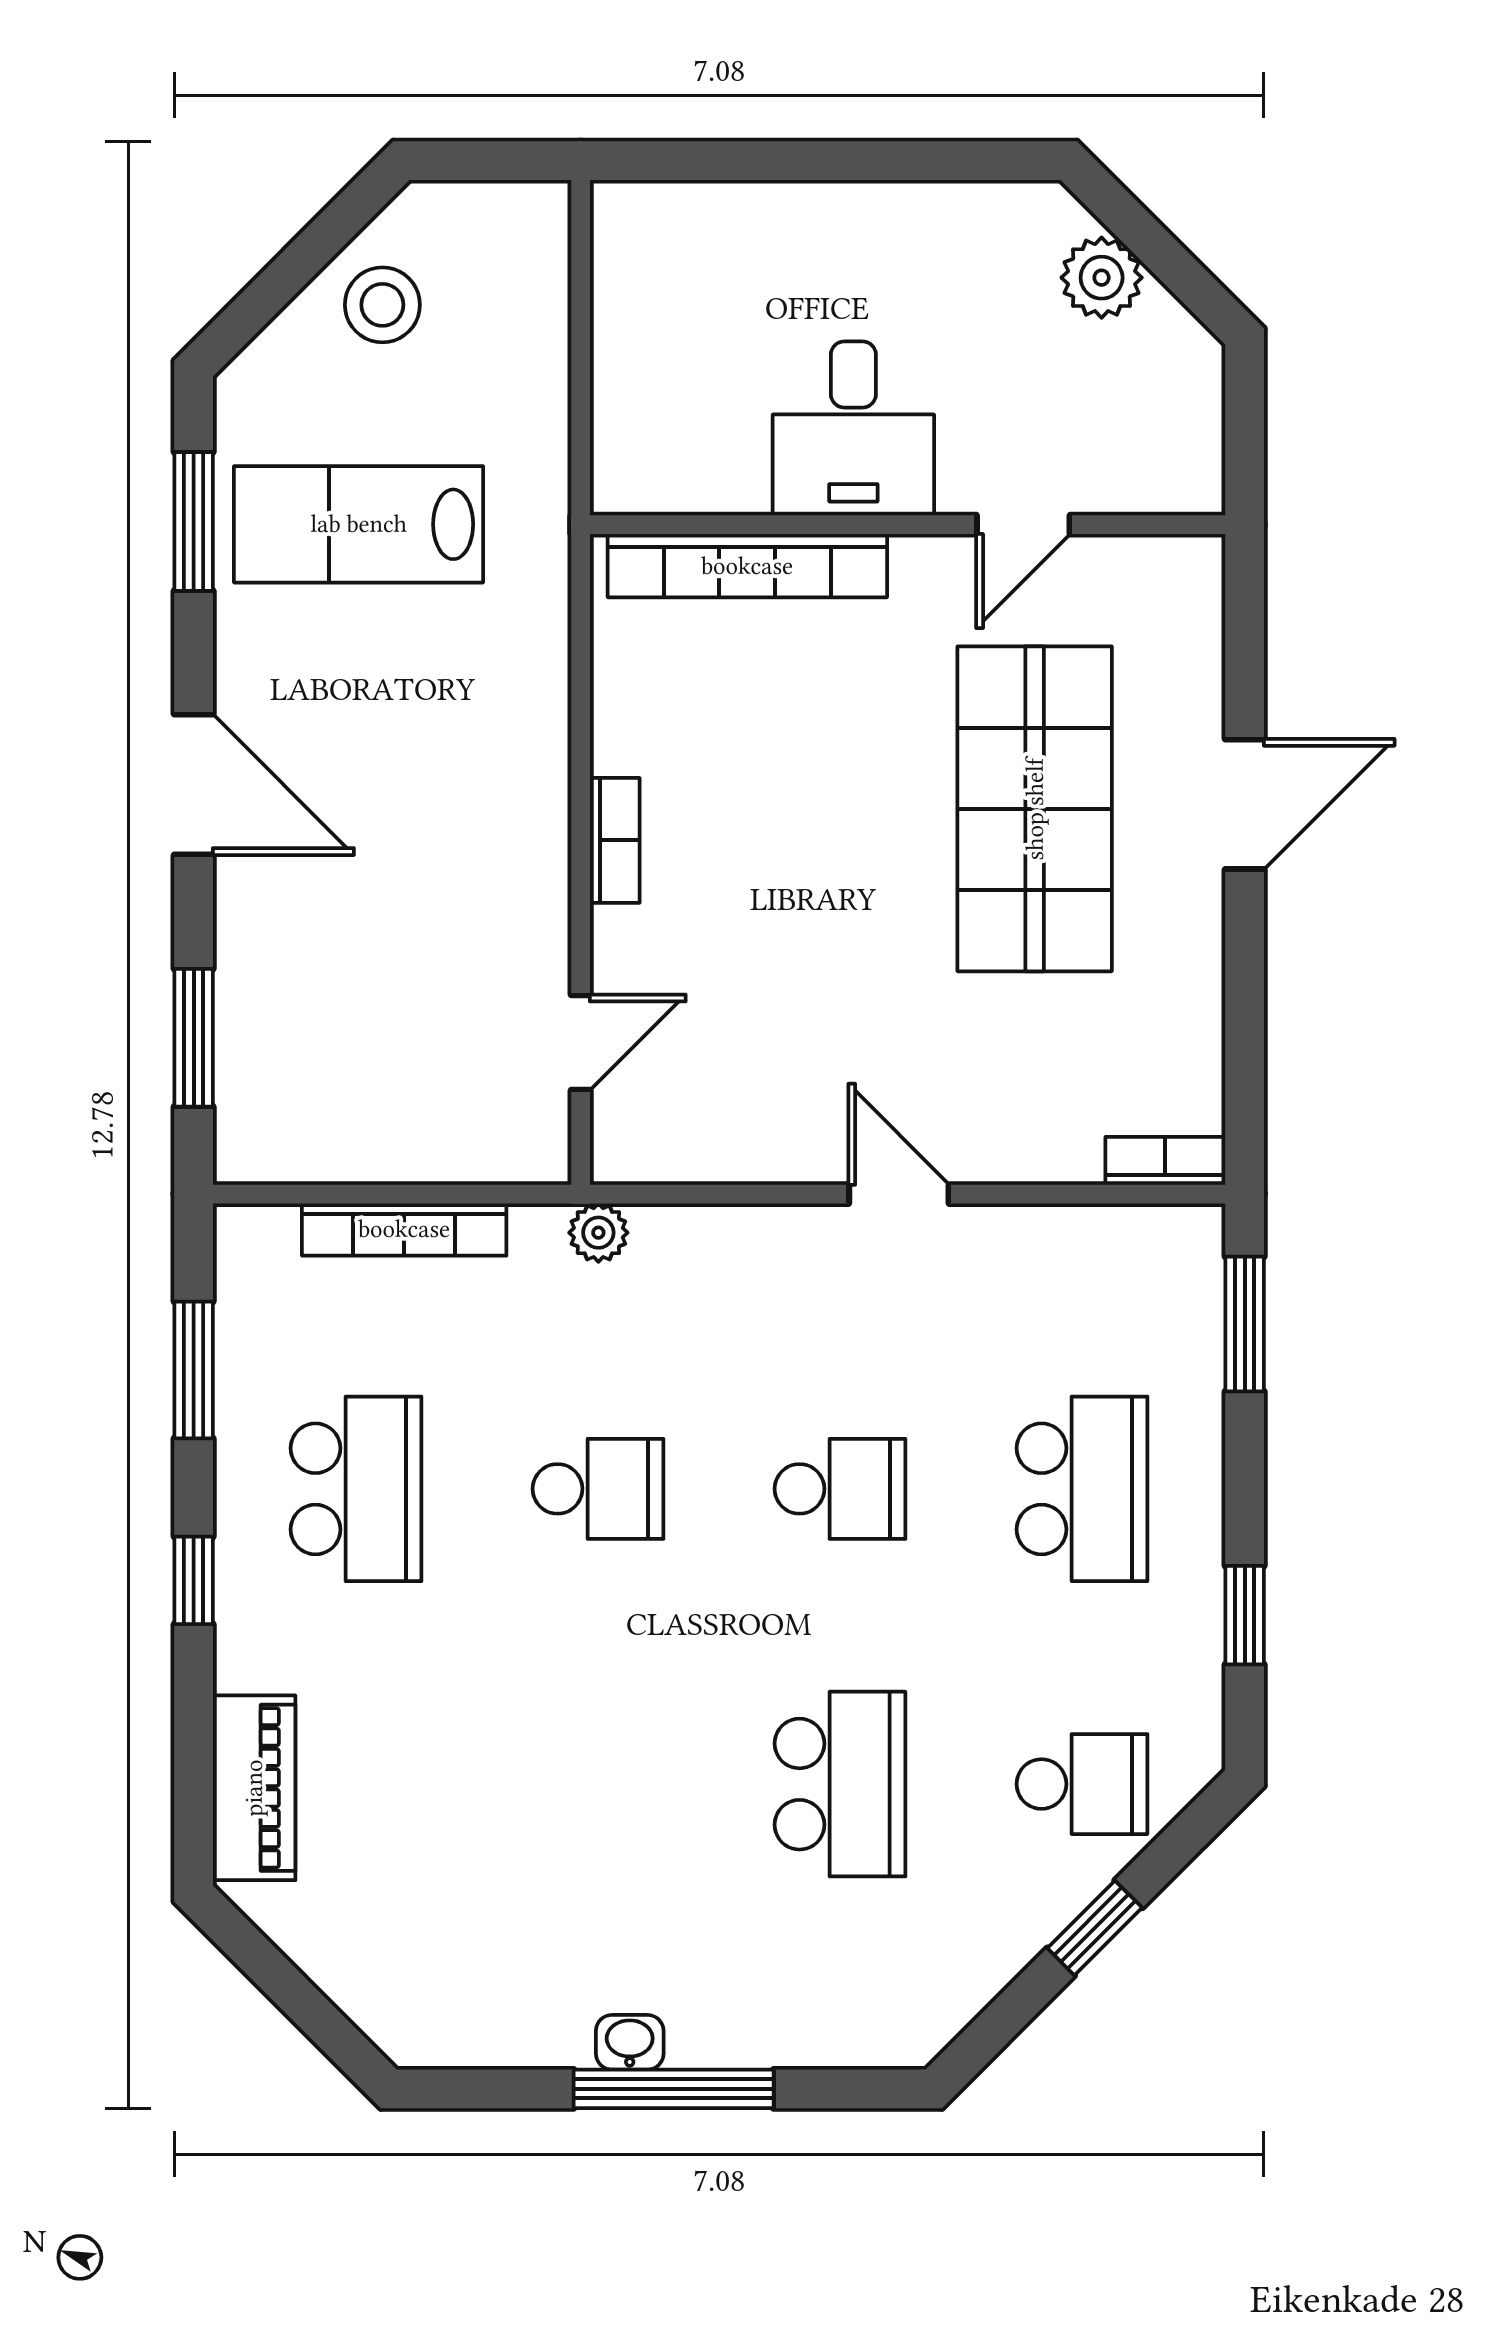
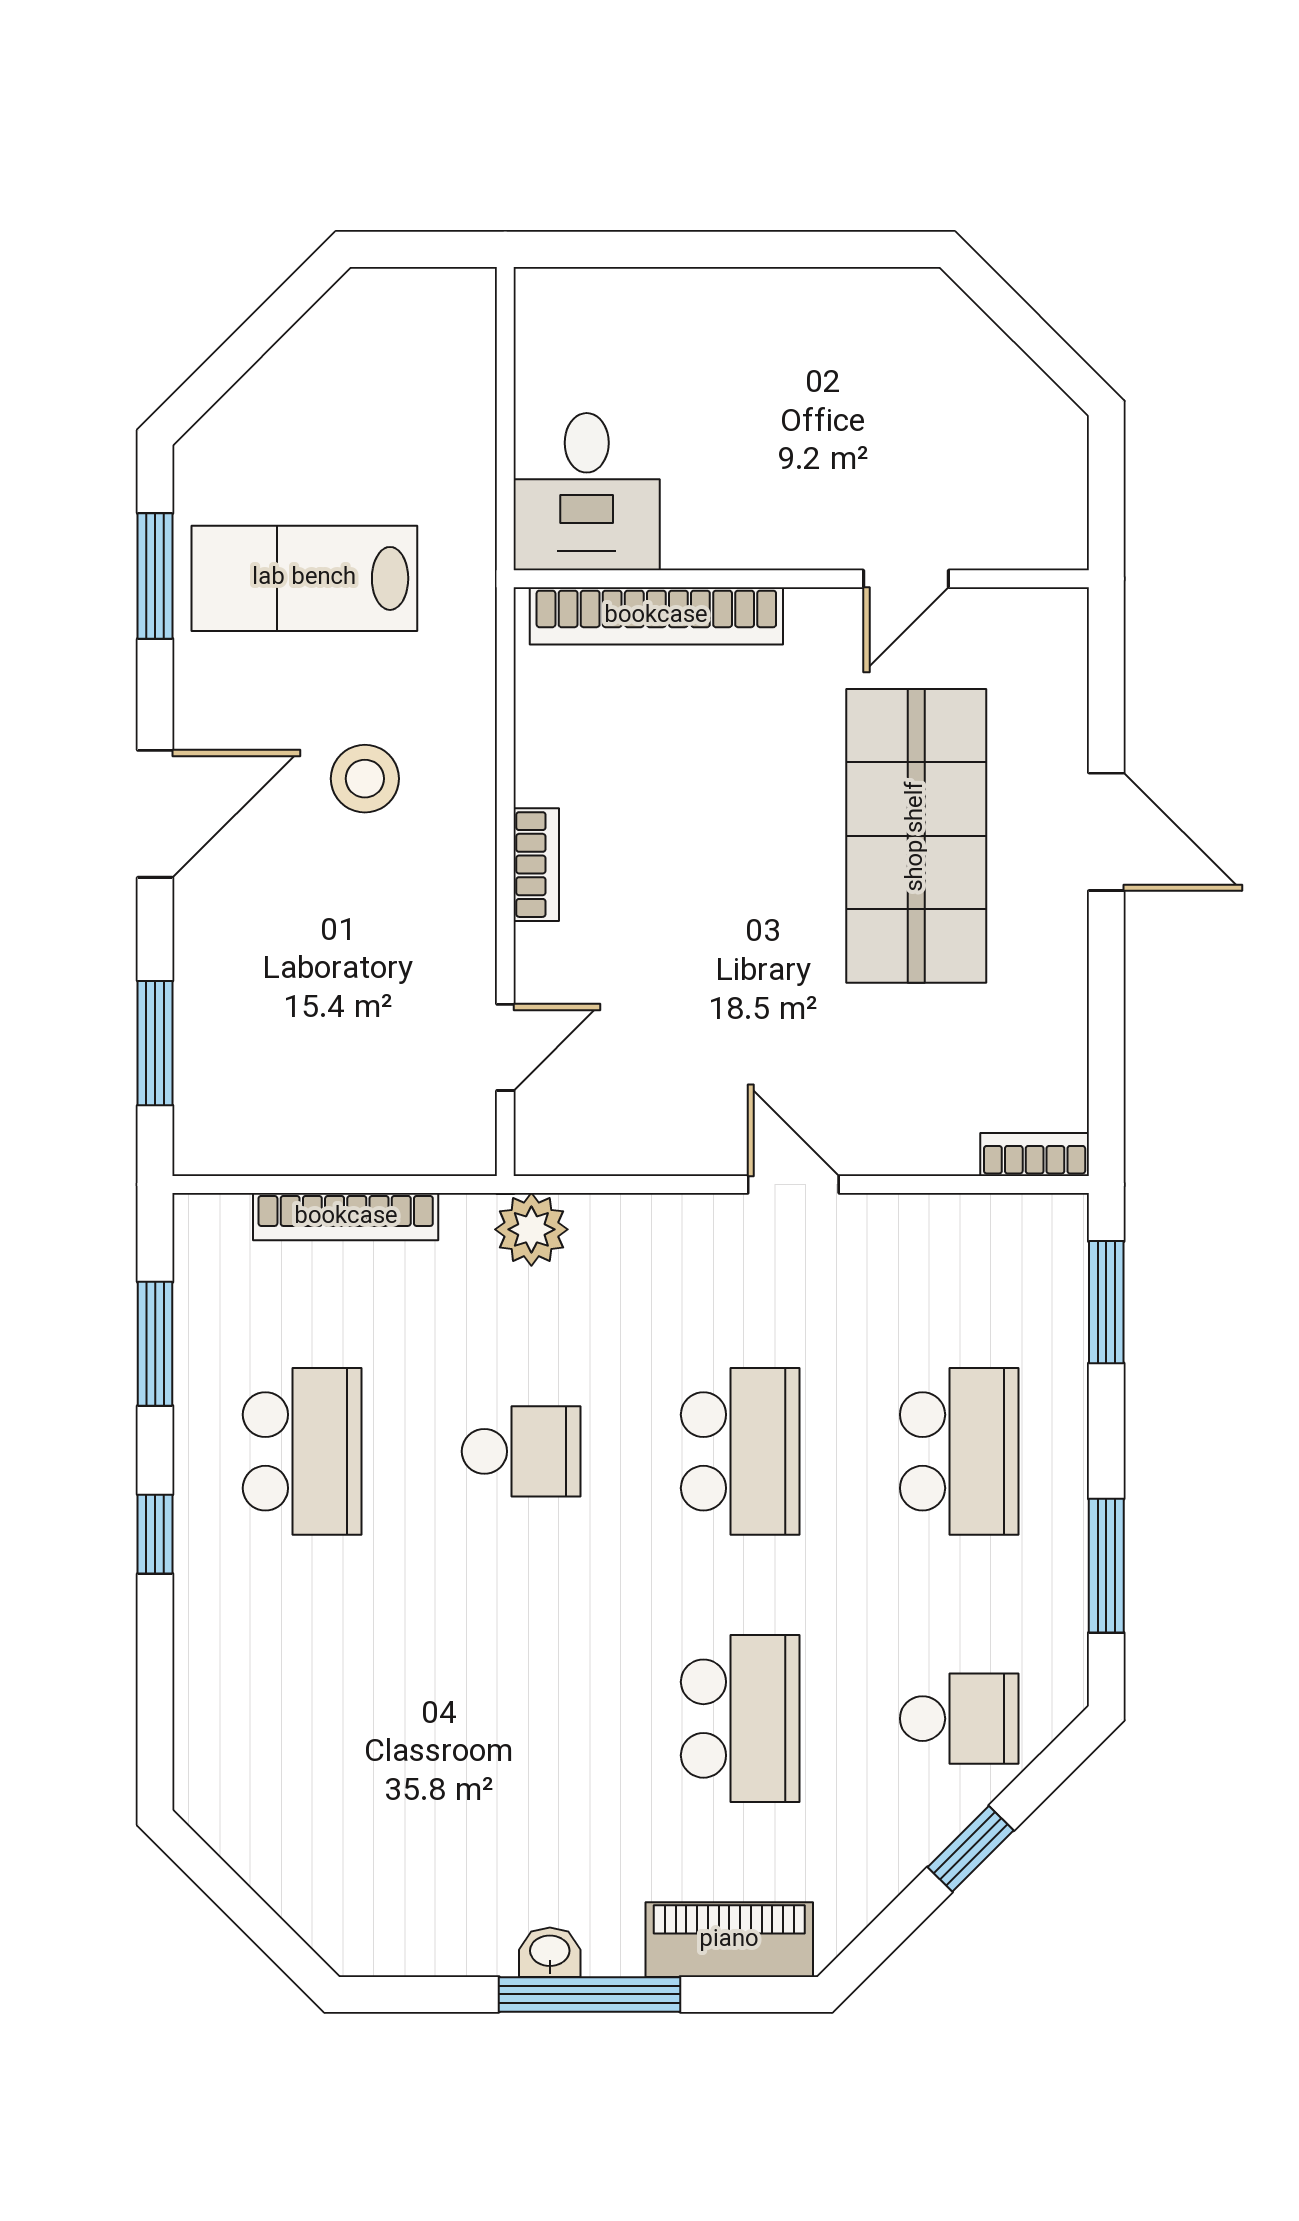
plant: (1102, 278) -> (977, 355), removed
stool: (382, 305) -> (365, 779), moved
desk: (853, 428) -> (587, 492), moved
door: (194, 784) -> (155, 814), hinge flipped
door: (1245, 804) -> (1106, 832), hinge flipped
plant: (598, 1233) -> (531, 1229), width x1.38, depth x1.38
school desk: (840, 1489) -> (740, 1451), width x1.85
window: (1245, 1615) -> (1106, 1566), width x1.50
piano: (254, 1788) -> (729, 1940), moved, turned -90

